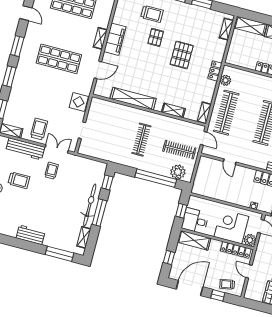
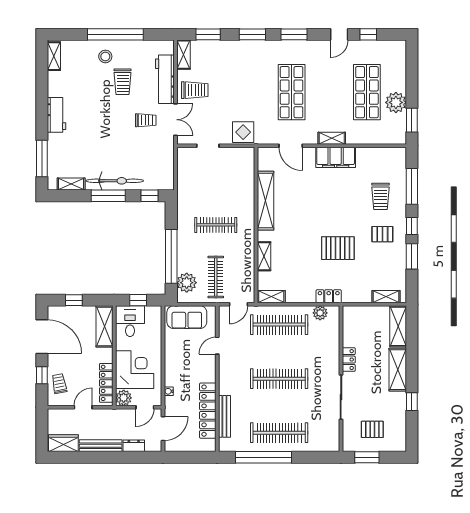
pallet: (156, 37) -> (382, 234), moved
sofa: (203, 178) -> (187, 317), added

